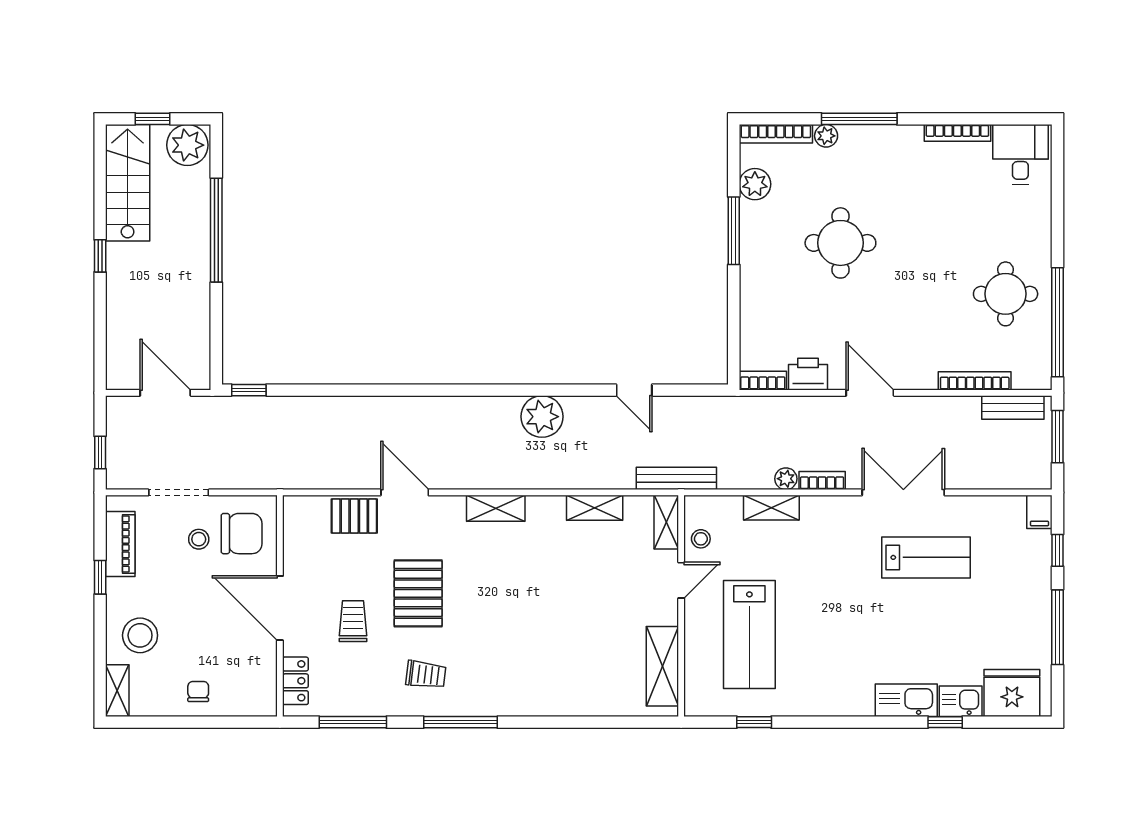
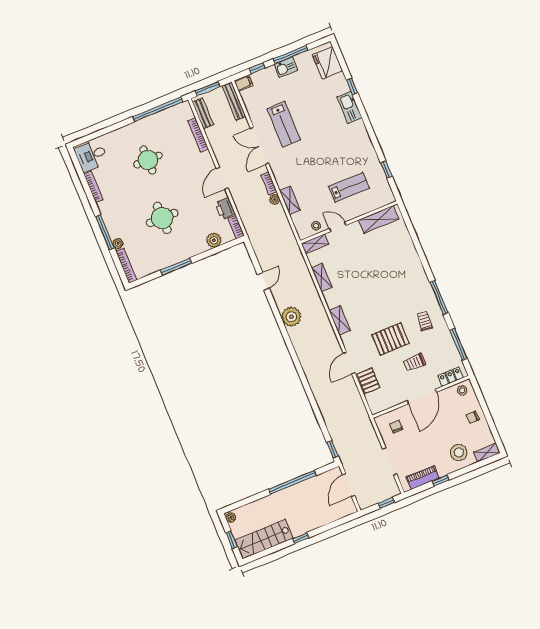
plant: (187, 145) -> (231, 517), width x0.53, depth x0.53
plant: (755, 184) -> (214, 240), moved
window: (216, 230) -> (292, 482), moved
round table: (1006, 294) -> (148, 160), moved
bench: (676, 478) -> (234, 101), moved
chair: (242, 534) -> (396, 427), width x0.54, depth x0.54
stool: (199, 539) -> (462, 390), moved
lab bench: (926, 557) -> (284, 124), turned 180
lab bench: (749, 634) -> (349, 187), width x0.73, depth x0.72
kitchen sink: (961, 701) -> (286, 67), moved, turned -90

